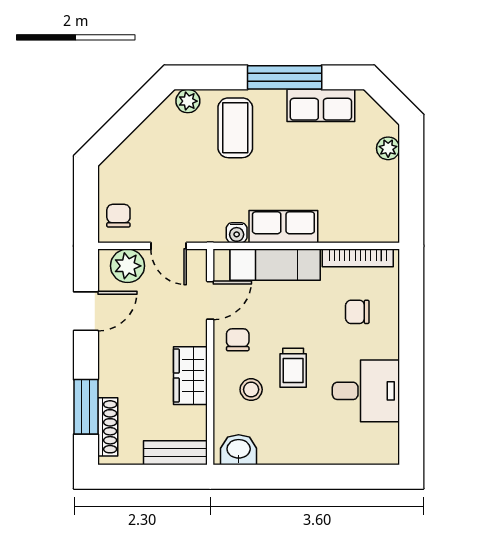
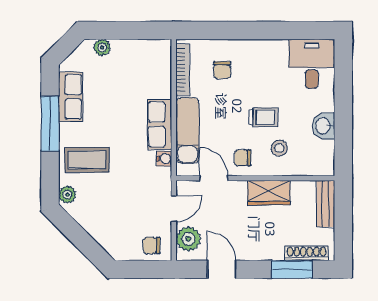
desk: (366, 391) -> (312, 64), moved
washbasin: (239, 450) -> (323, 126), moved

